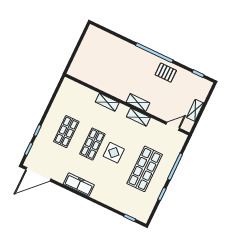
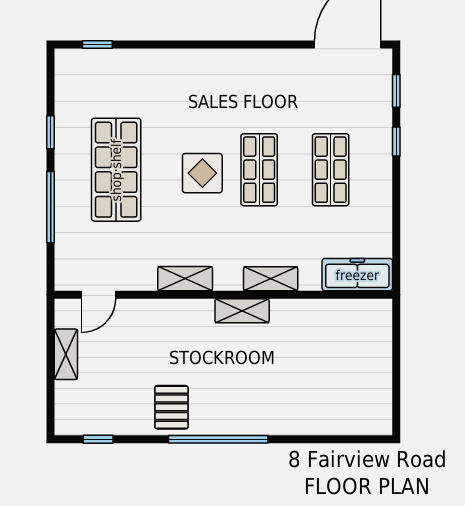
pallet: (166, 73) -> (171, 407), turned 90
shelving: (138, 103) -> (242, 311), moved
freezer: (79, 185) -> (357, 275), moved, turned 180

